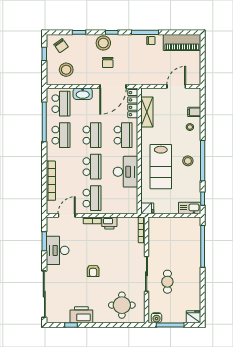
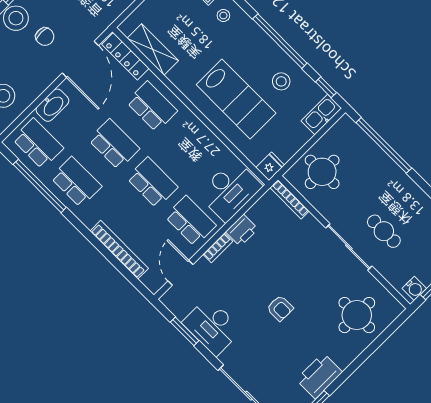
stool: (188, 161) -> (281, 81), moved
desk: (125, 172) -> (230, 190), moved, turned 90
round table: (166, 232) -> (322, 172), added

